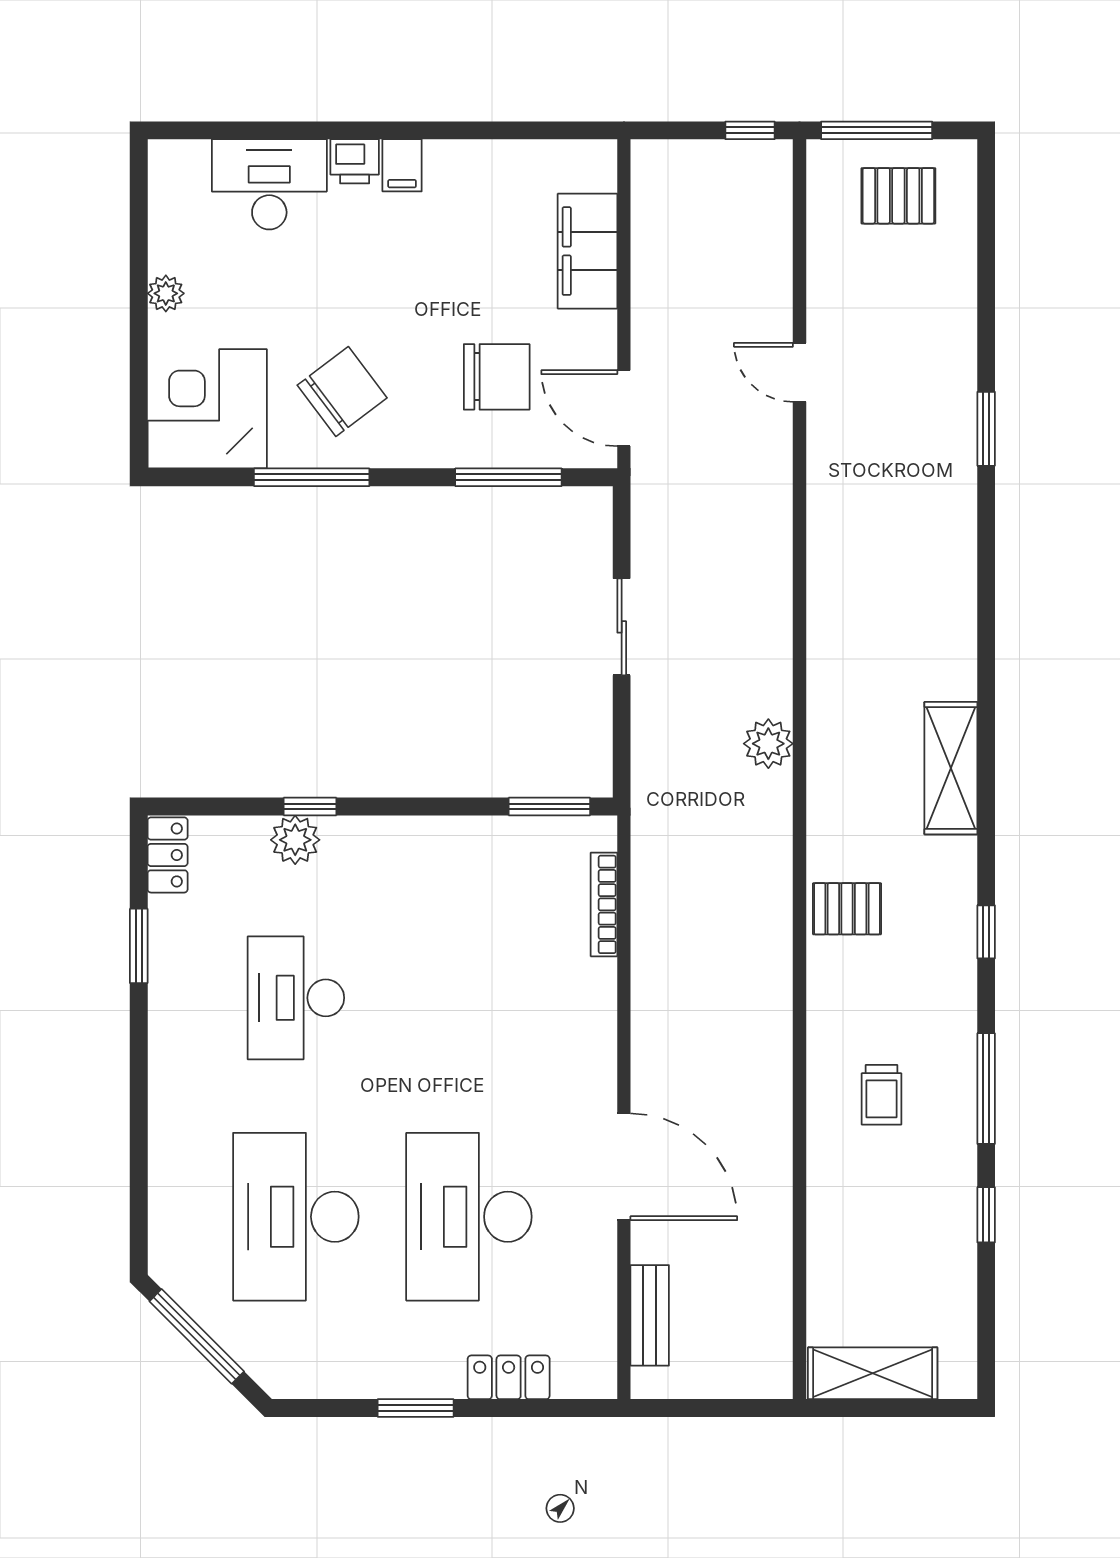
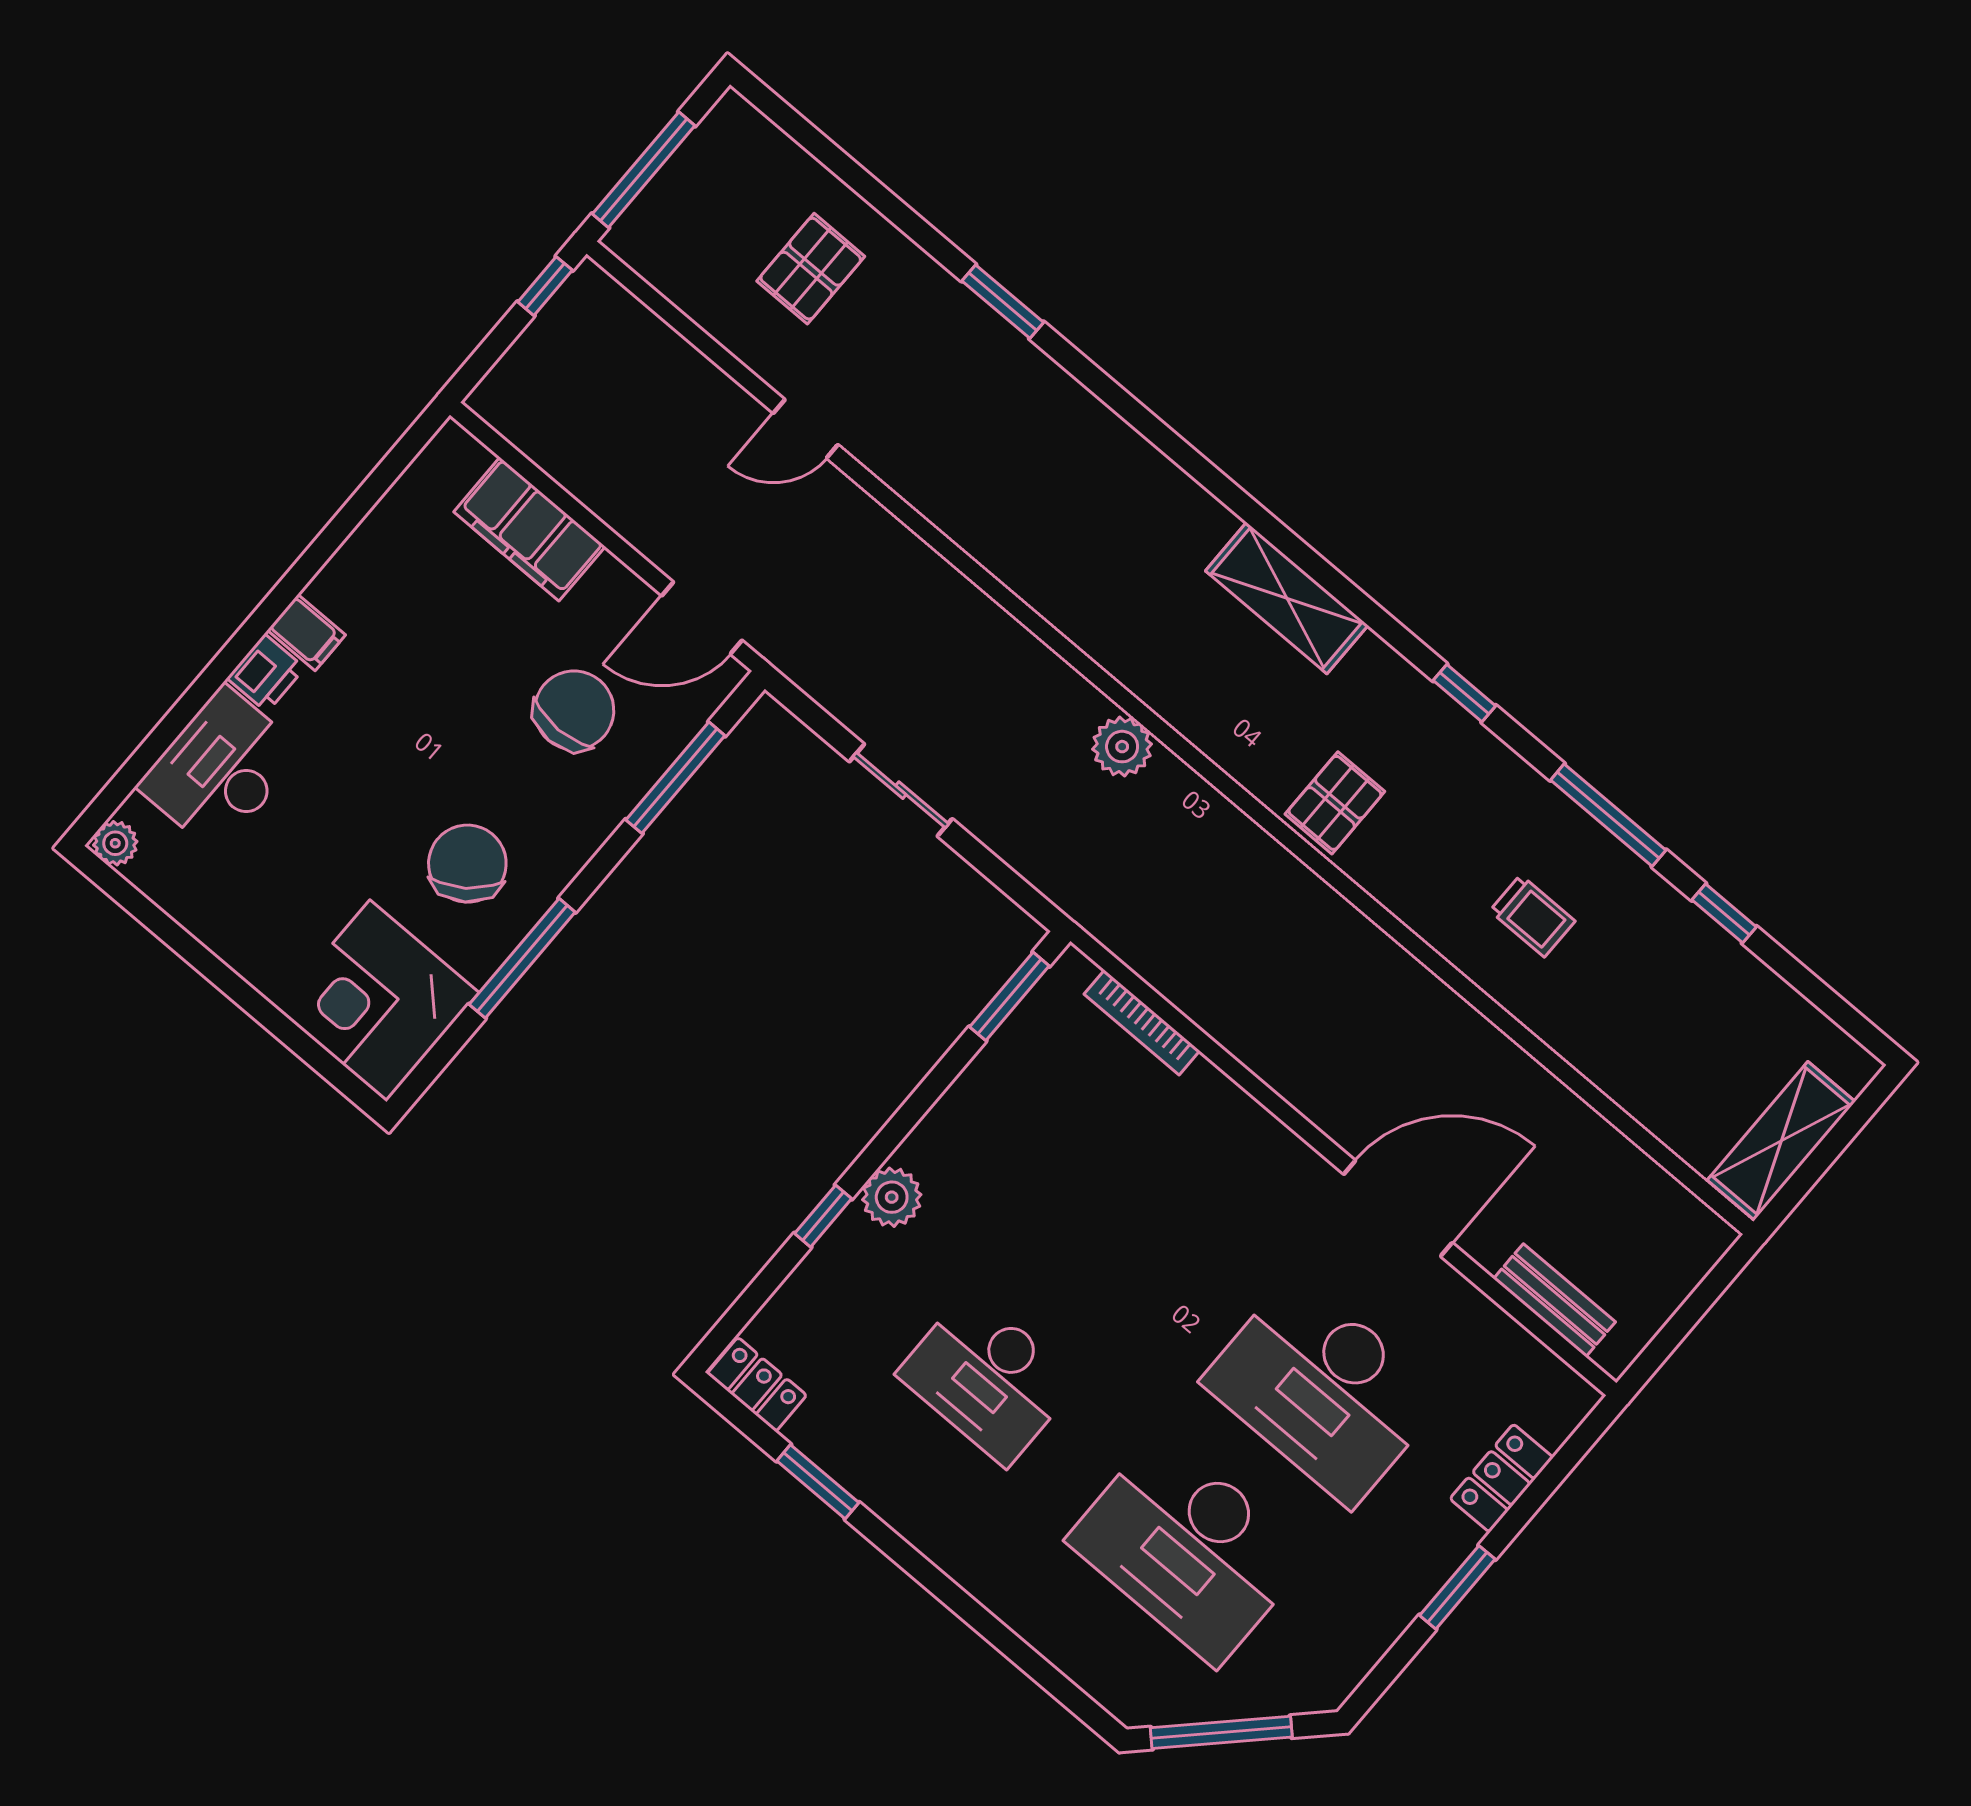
pallet: (898, 196) -> (811, 269), moved
plant: (166, 293) -> (115, 843), moved
plant: (295, 840) -> (892, 1197), moved

